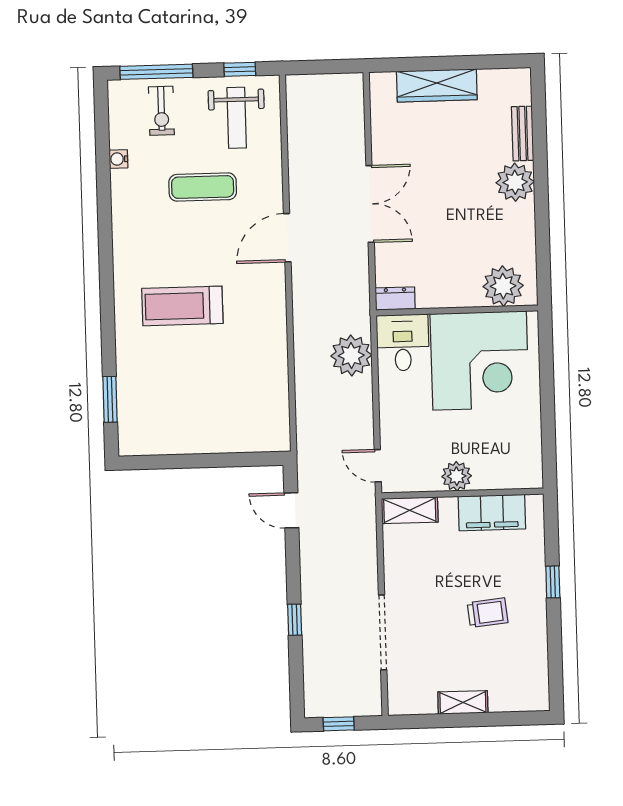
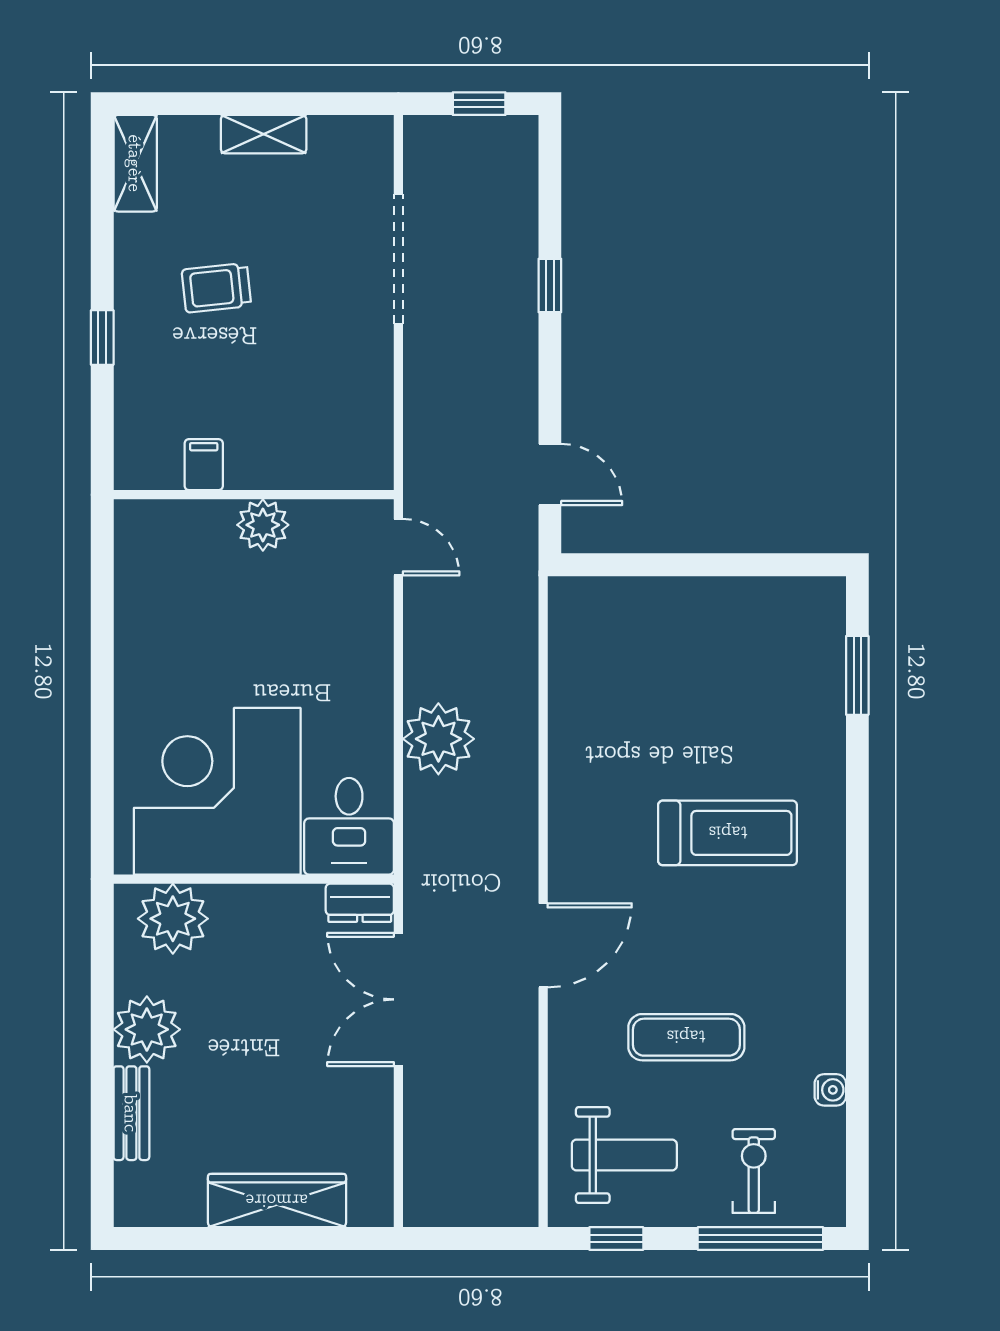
weight bench: (237, 118) -> (624, 1155), turned 90
plant: (503, 286) -> (173, 919), moved
dresser: (395, 298) -> (360, 903), moved
wall: (457, 310) -> (254, 879), moved
desk: (403, 343) -> (349, 826), moved
corner desk: (480, 361) -> (217, 791), moved
shelving: (410, 510) -> (135, 163), moved, turned 90
filing cabinet: (492, 513) -> (204, 465), width x0.33, depth x0.86

